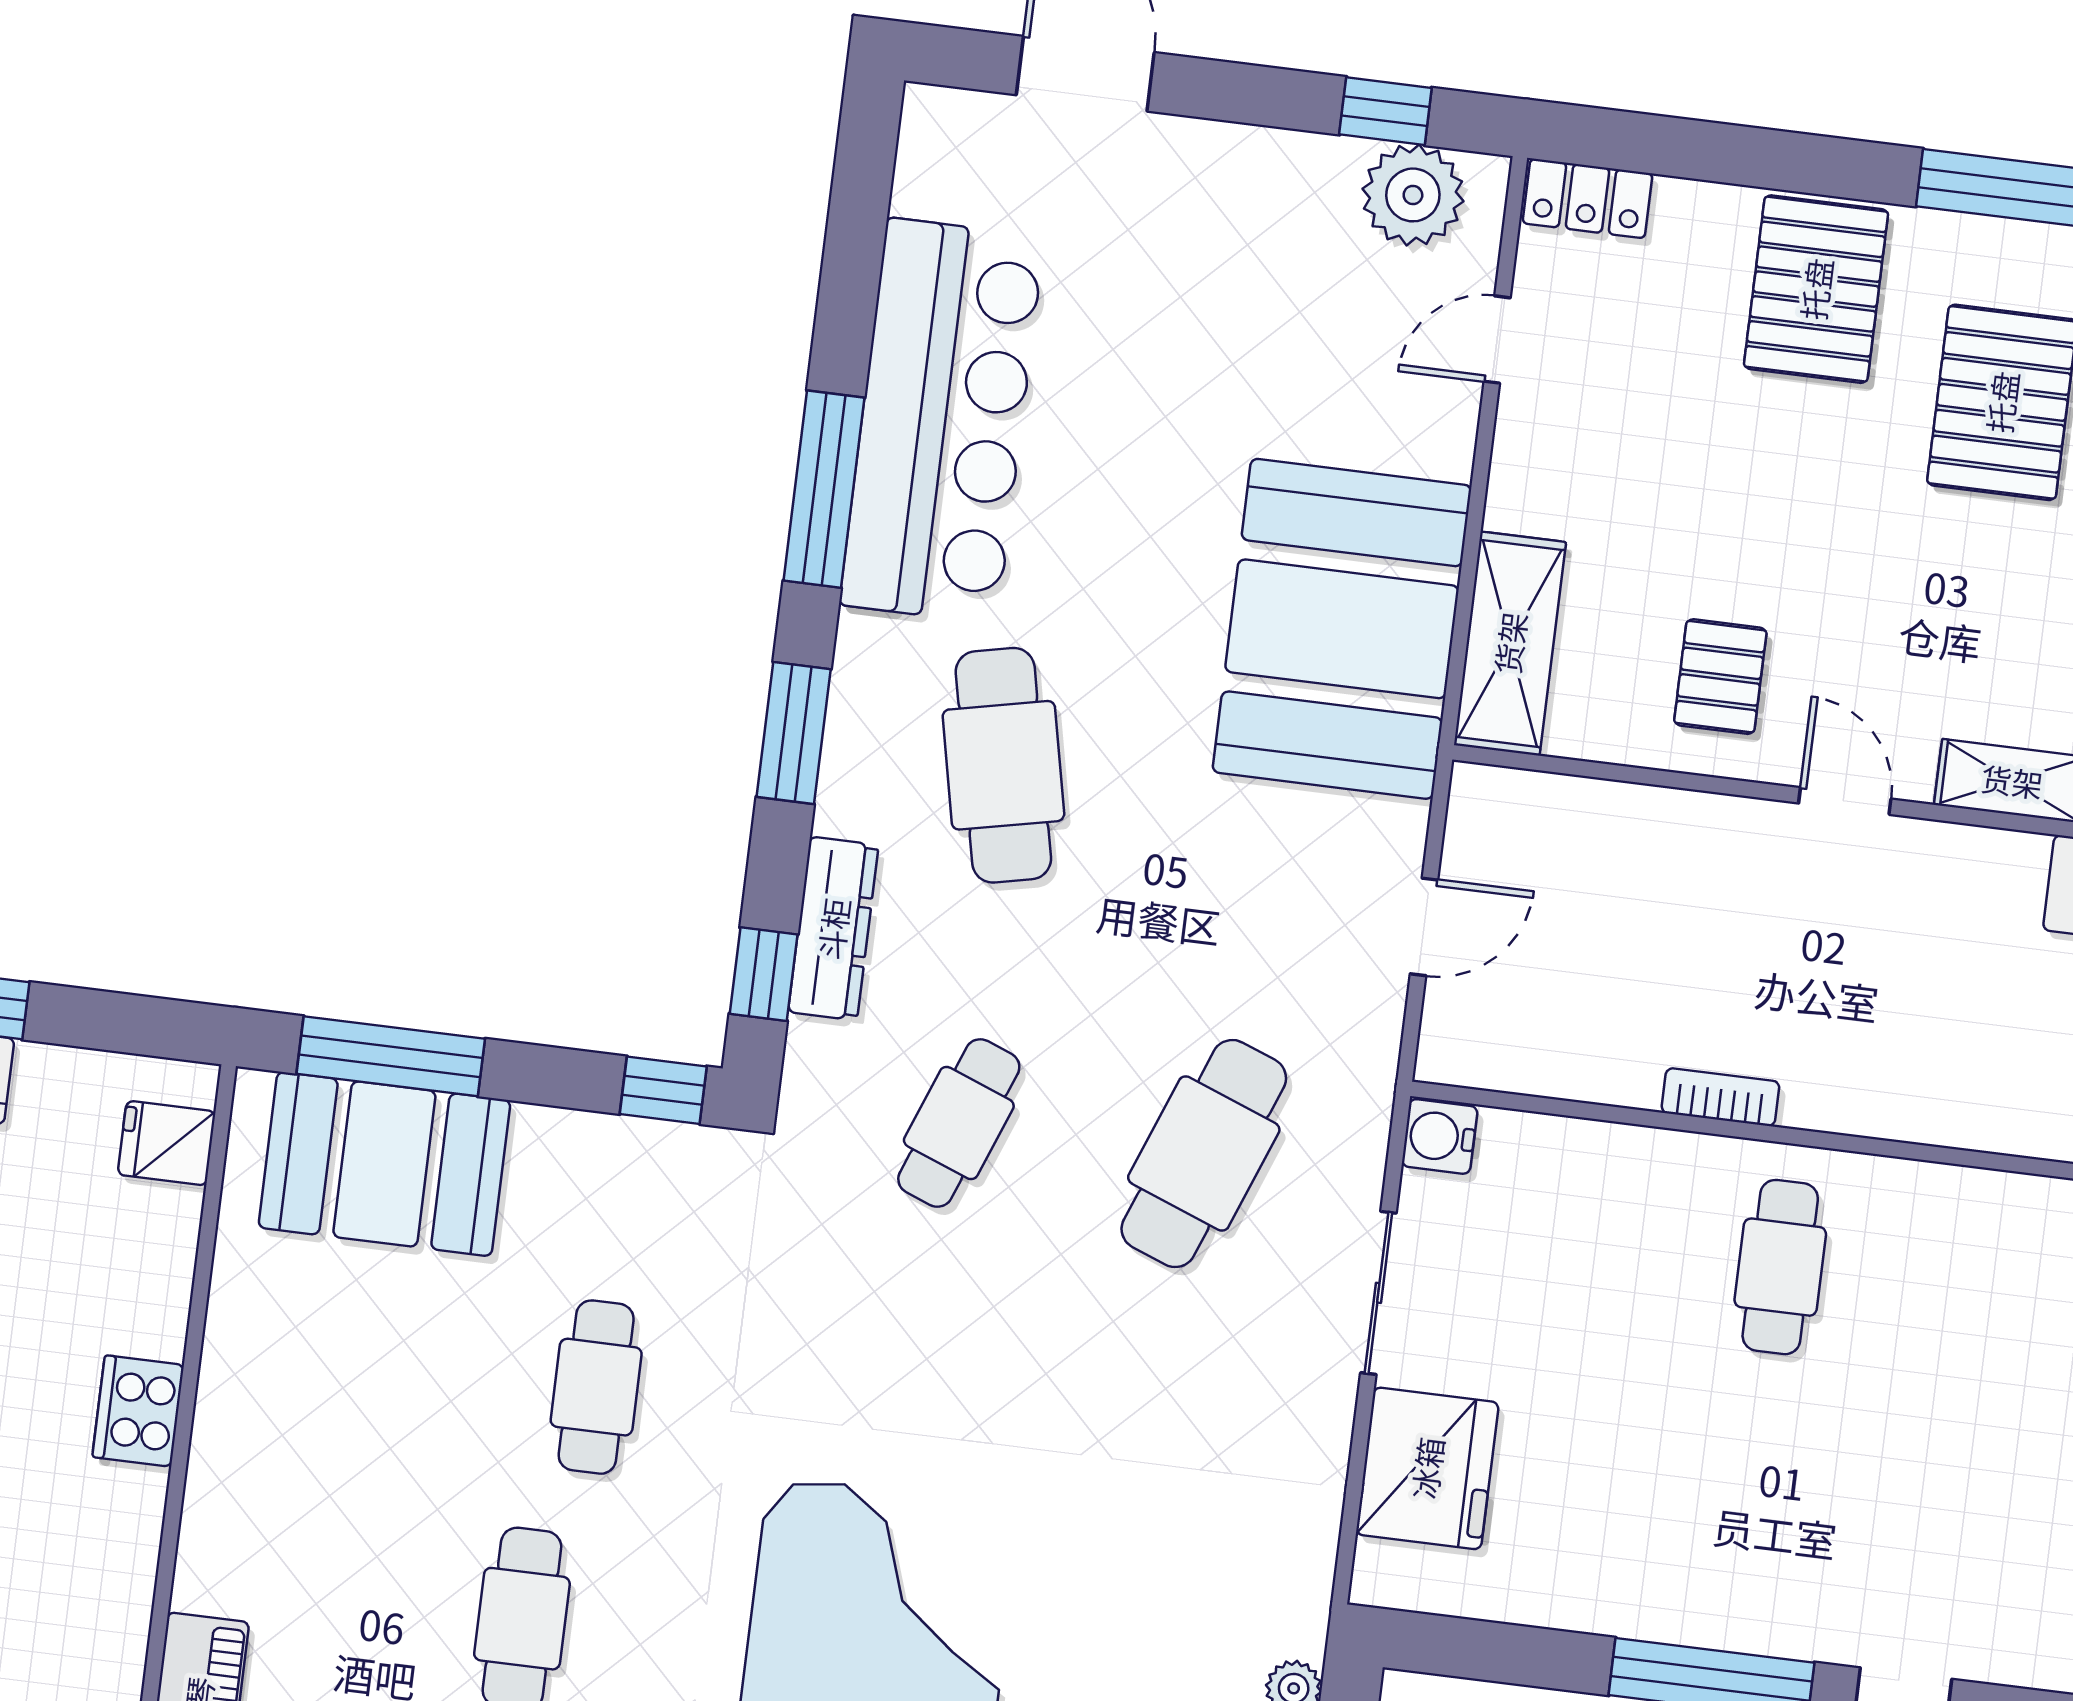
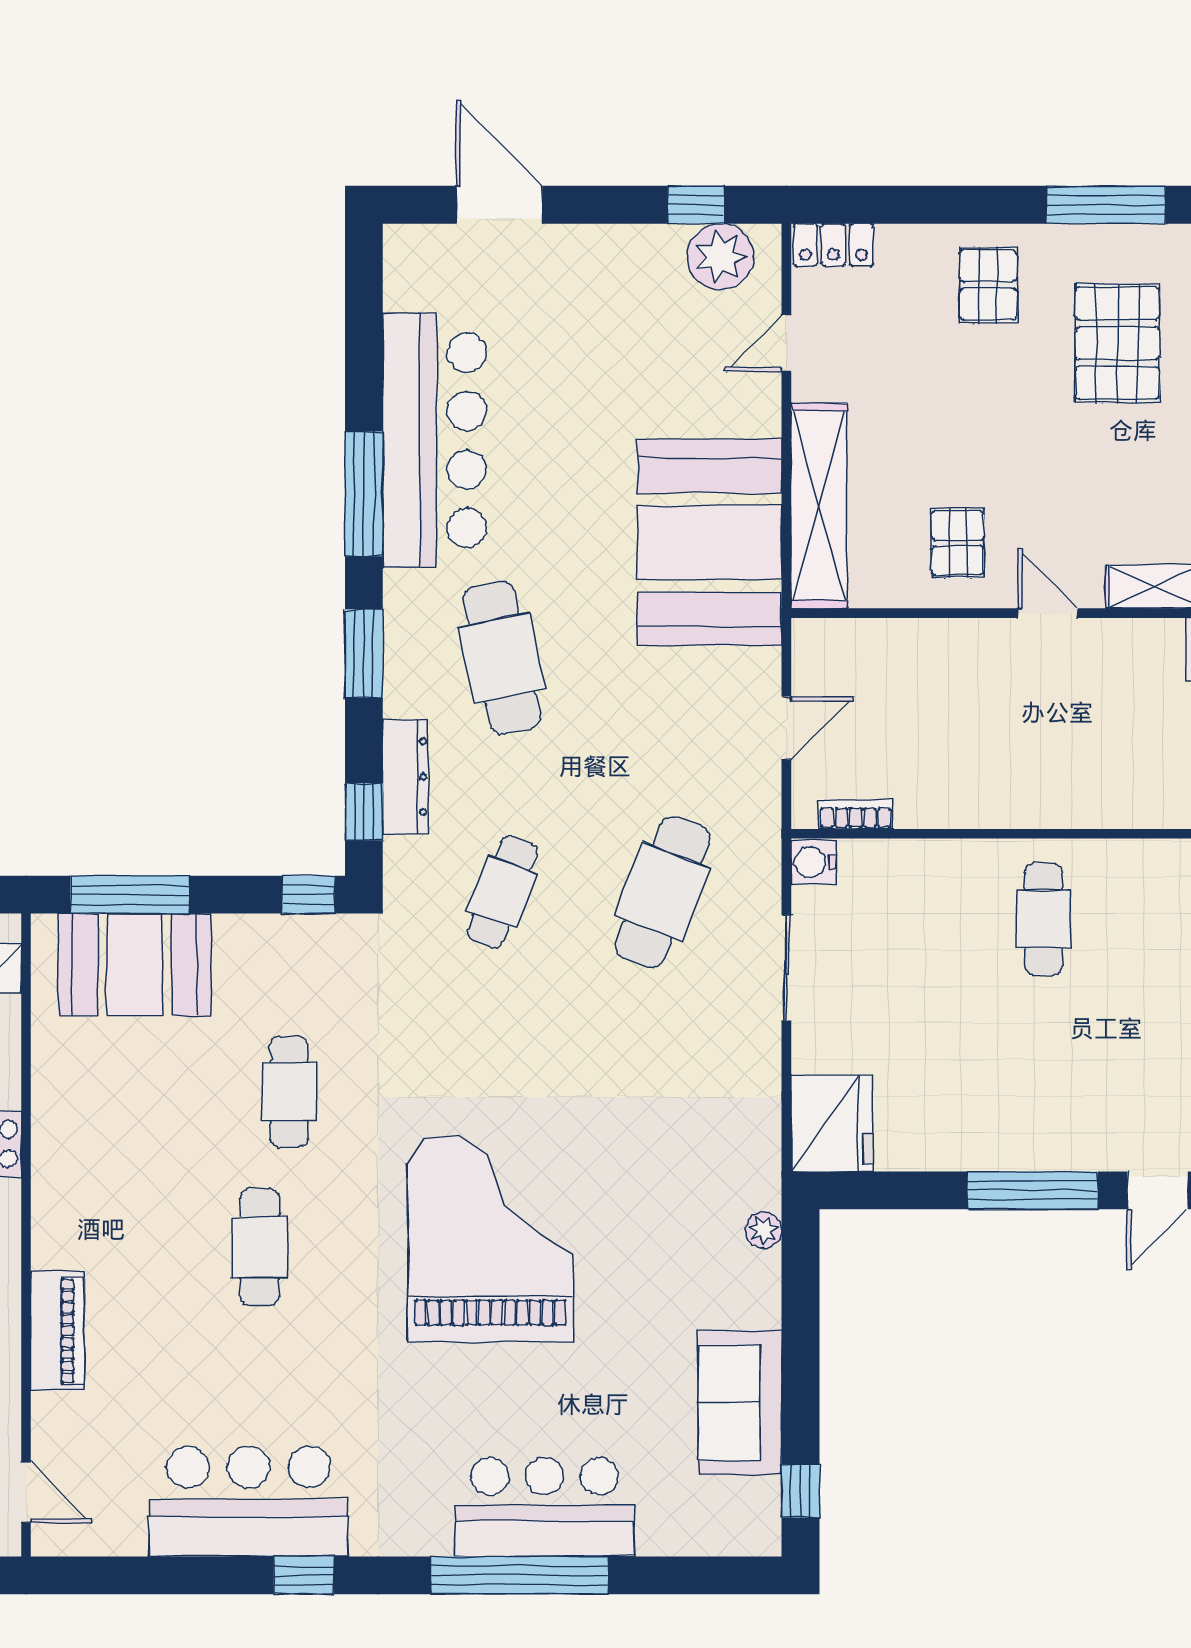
pallet: (1816, 289) -> (988, 285), width x0.67, depth x0.71
shelving: (1510, 643) -> (819, 506), width x1.47
bookcase: (1720, 1097) -> (856, 814), moved
fridge: (1427, 1468) -> (832, 1123), moved

